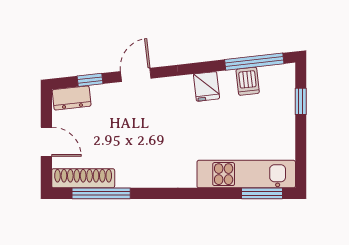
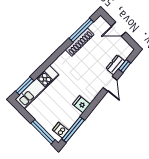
dishwasher: (248, 81) -> (61, 130), moved
dresser: (72, 98) -> (115, 65), moved
window: (301, 101) -> (43, 132), width x2.17
shoe rack: (83, 178) -> (80, 42), moved

